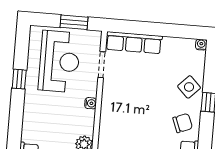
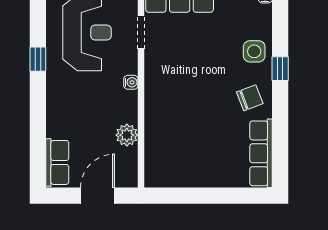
side table: (189, 87) -> (254, 51), turned 45

